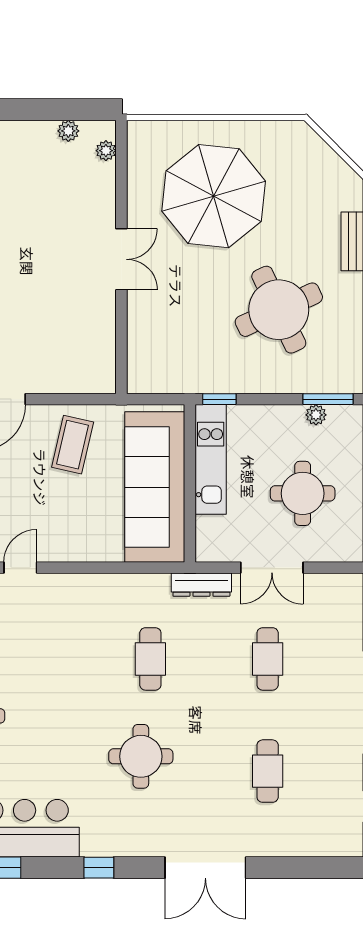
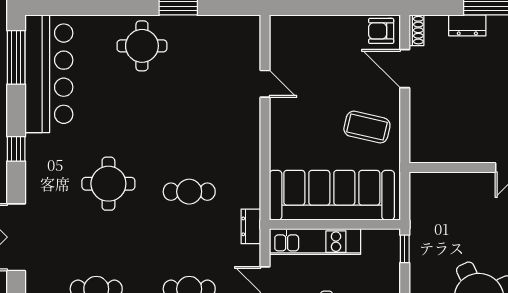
kitchen unit: (211, 459) -> (315, 242), moved
dresser: (201, 585) -> (251, 226), width x0.70

